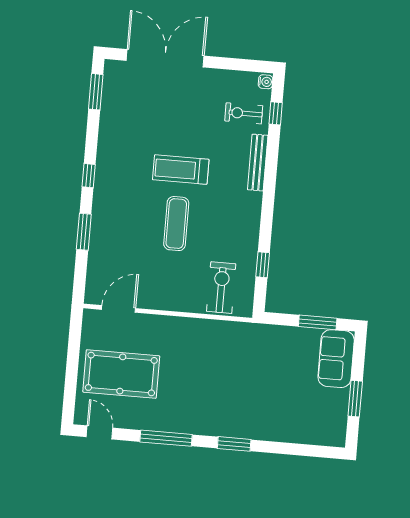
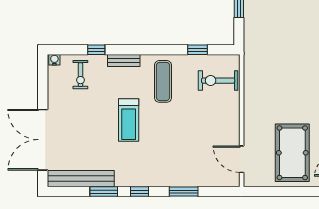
window: (96, 92) -> (104, 192), moved
bench: (111, 102) -> (81, 179), added
window: (276, 113) -> (96, 50), moved
bench: (258, 163) -> (124, 60), width x0.73
exercise mat: (176, 224) -> (163, 81), moved, turned 90

